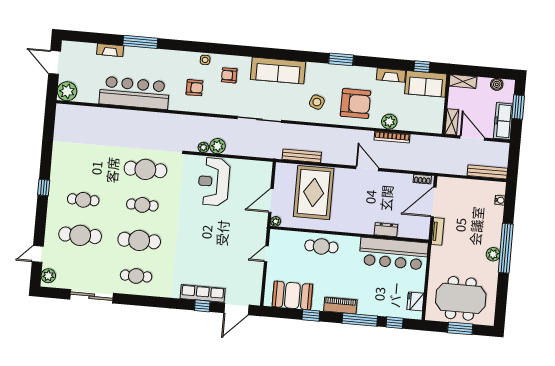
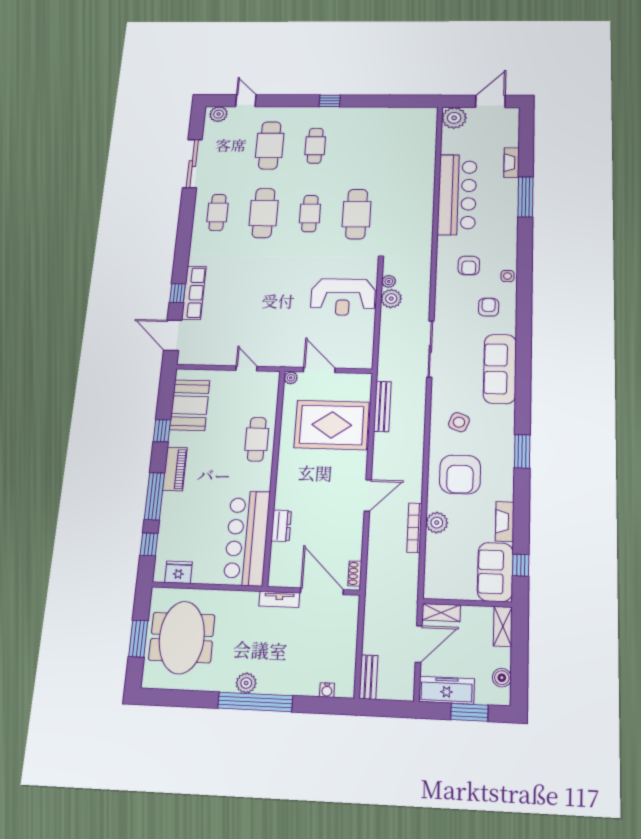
bench: (487, 172) -> (368, 677), width x0.73
reception desk: (214, 182) -> (343, 297), turned 180

